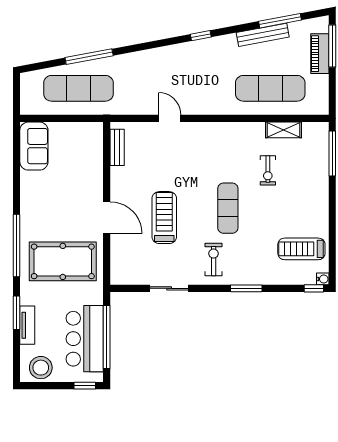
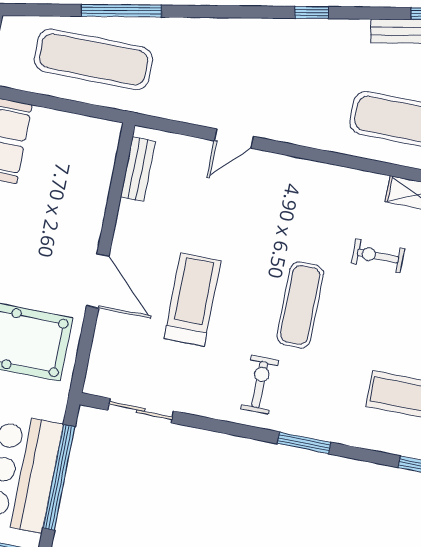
door: (170, 118) -> (234, 139), swing flipped
exercise bike: (268, 170) -> (378, 256), turned 90
sliding door: (169, 288) -> (141, 411), moved

